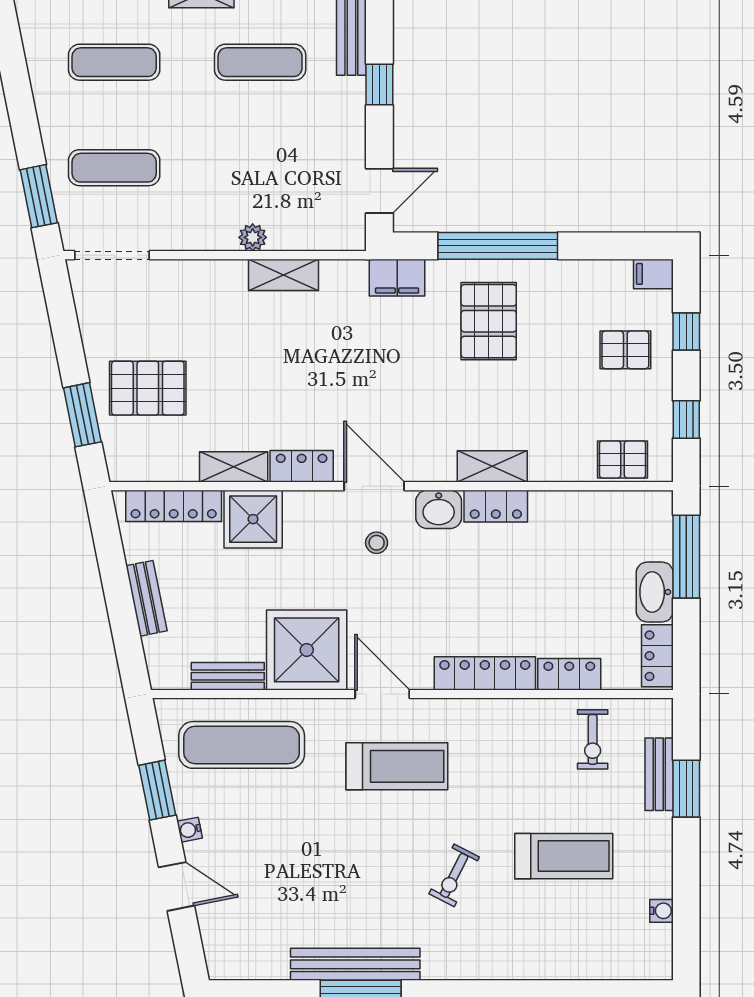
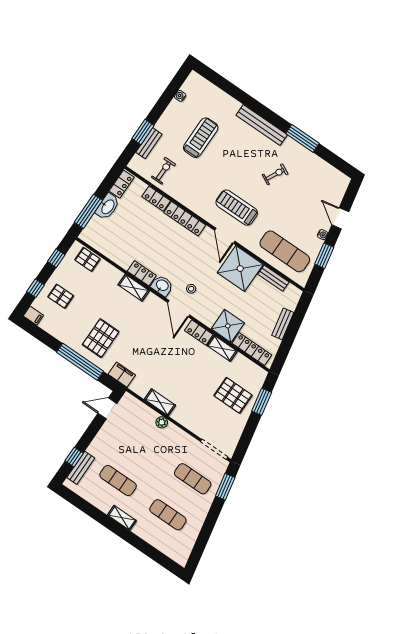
window: (379, 85) -> (74, 457), moved
treadmill: (564, 856) -> (201, 138), turned 90
exercise bike: (454, 875) -> (275, 174), moved
bench: (355, 964) -> (262, 125), moved

